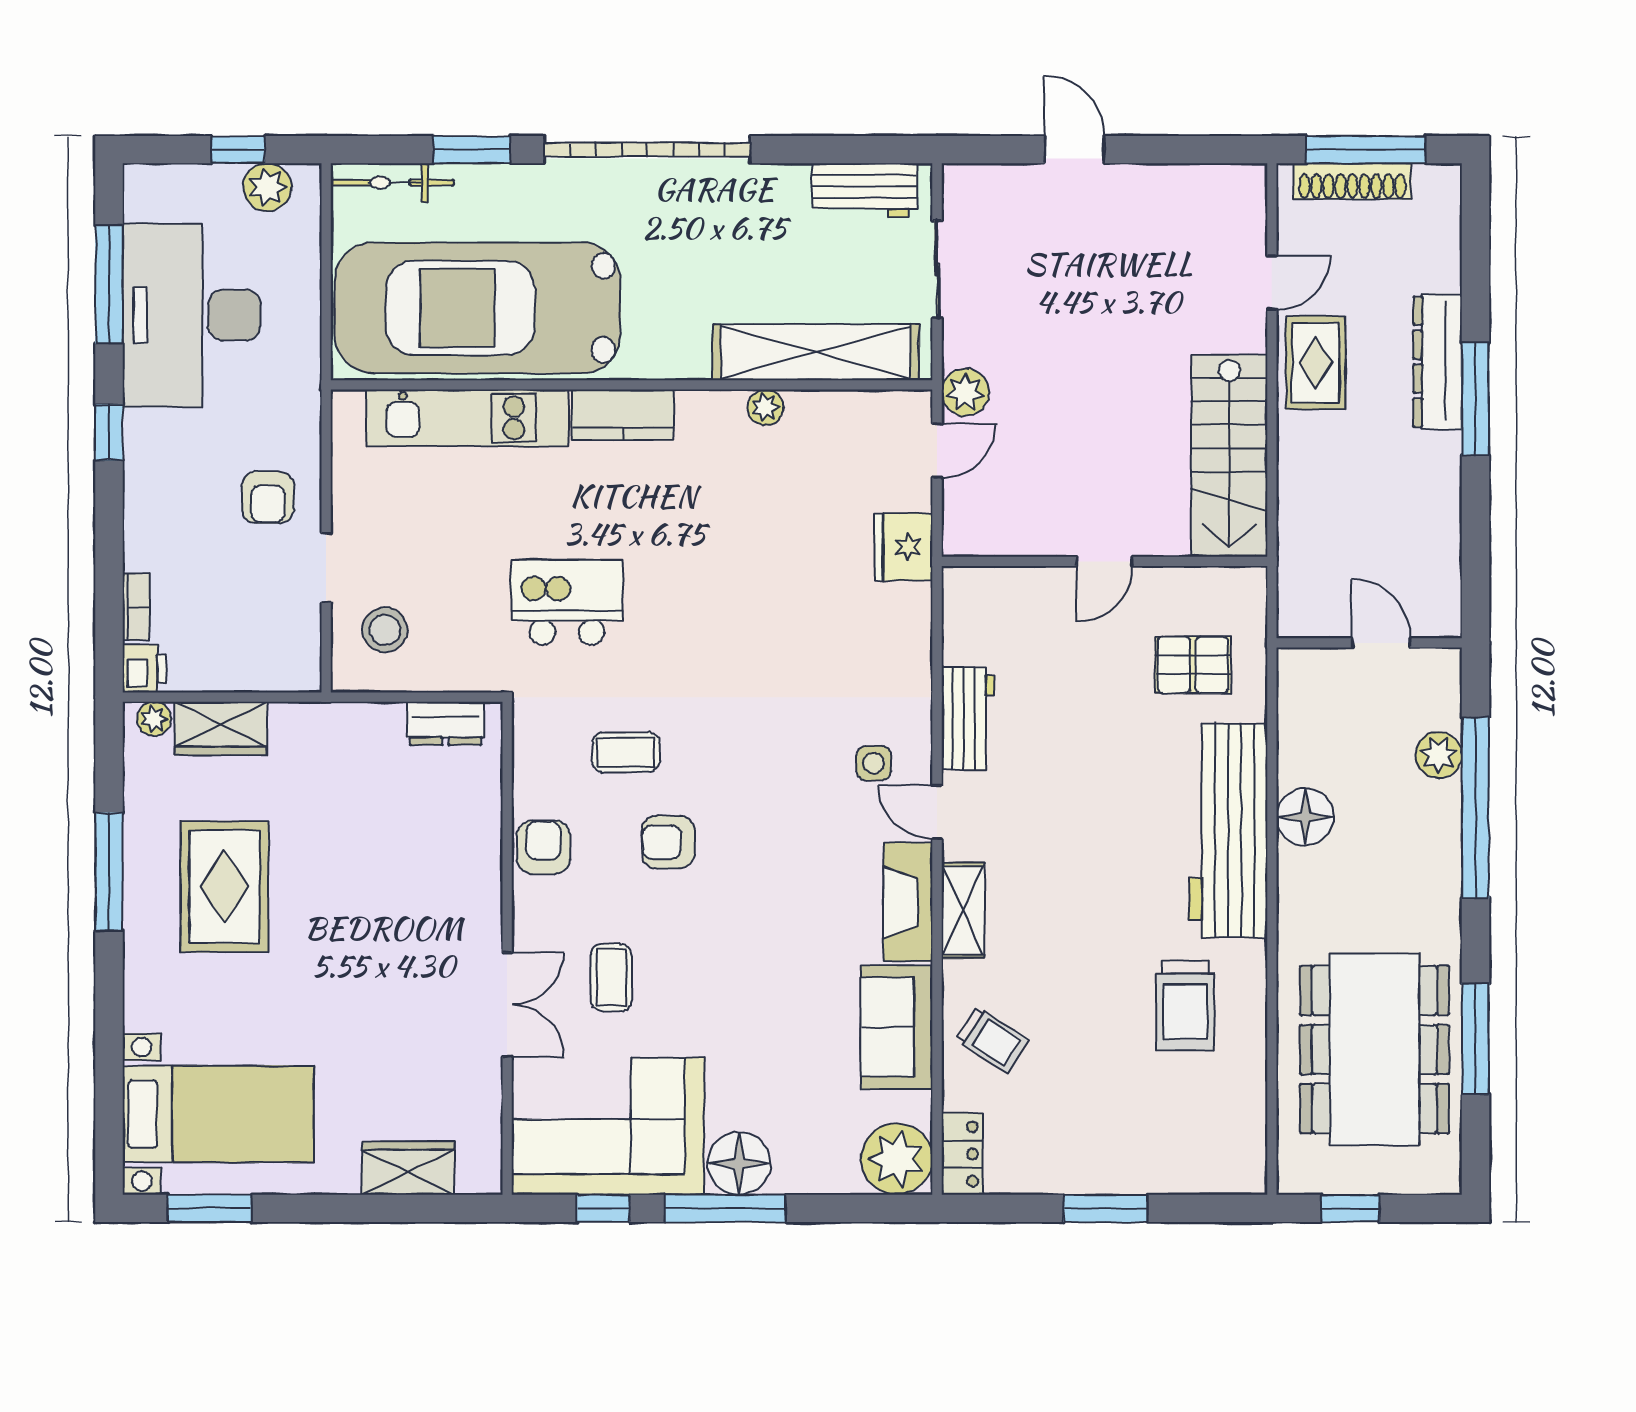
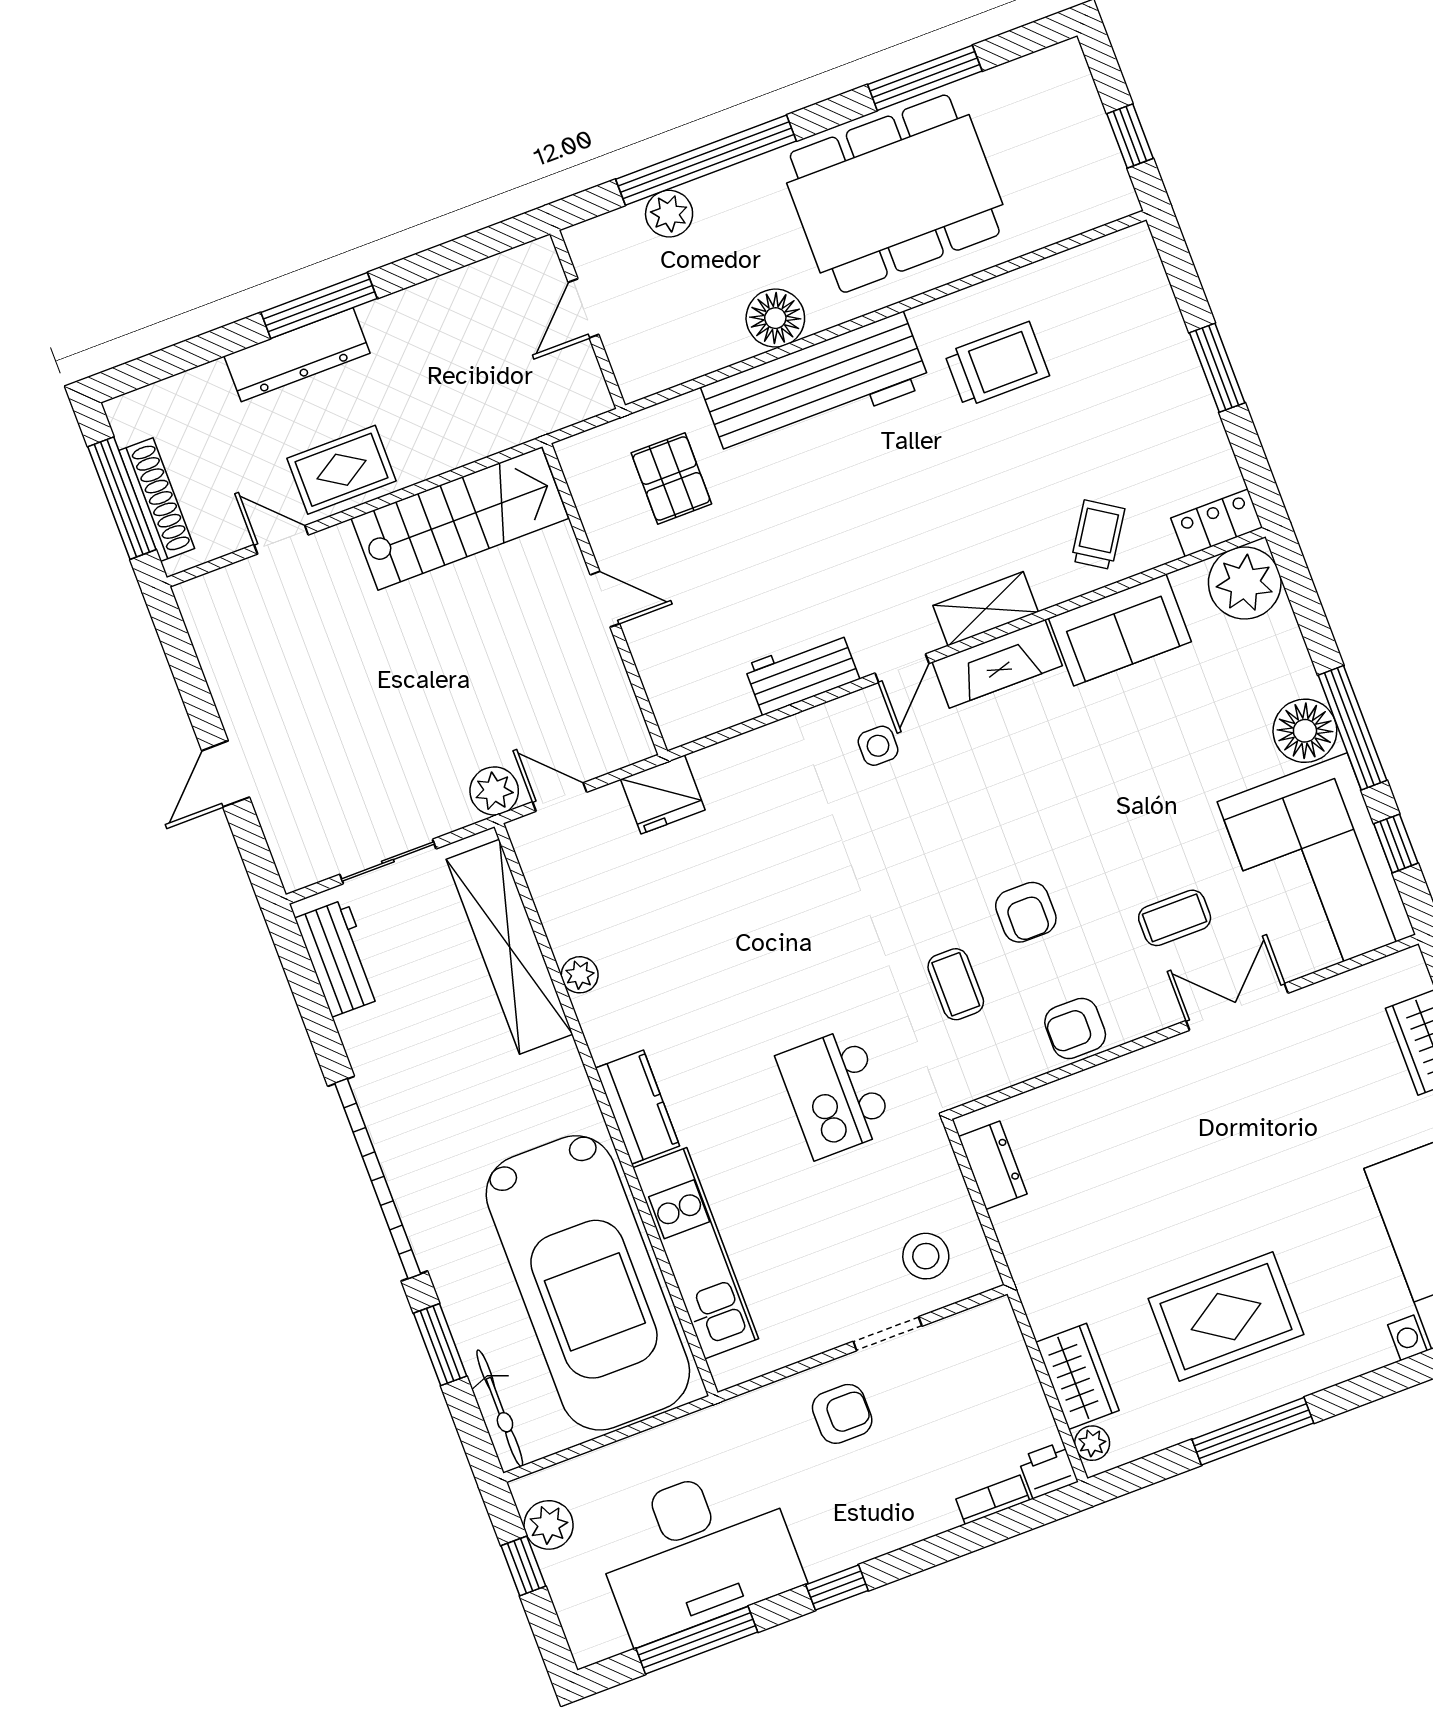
dining table: (1375, 1049) -> (895, 194), moved

